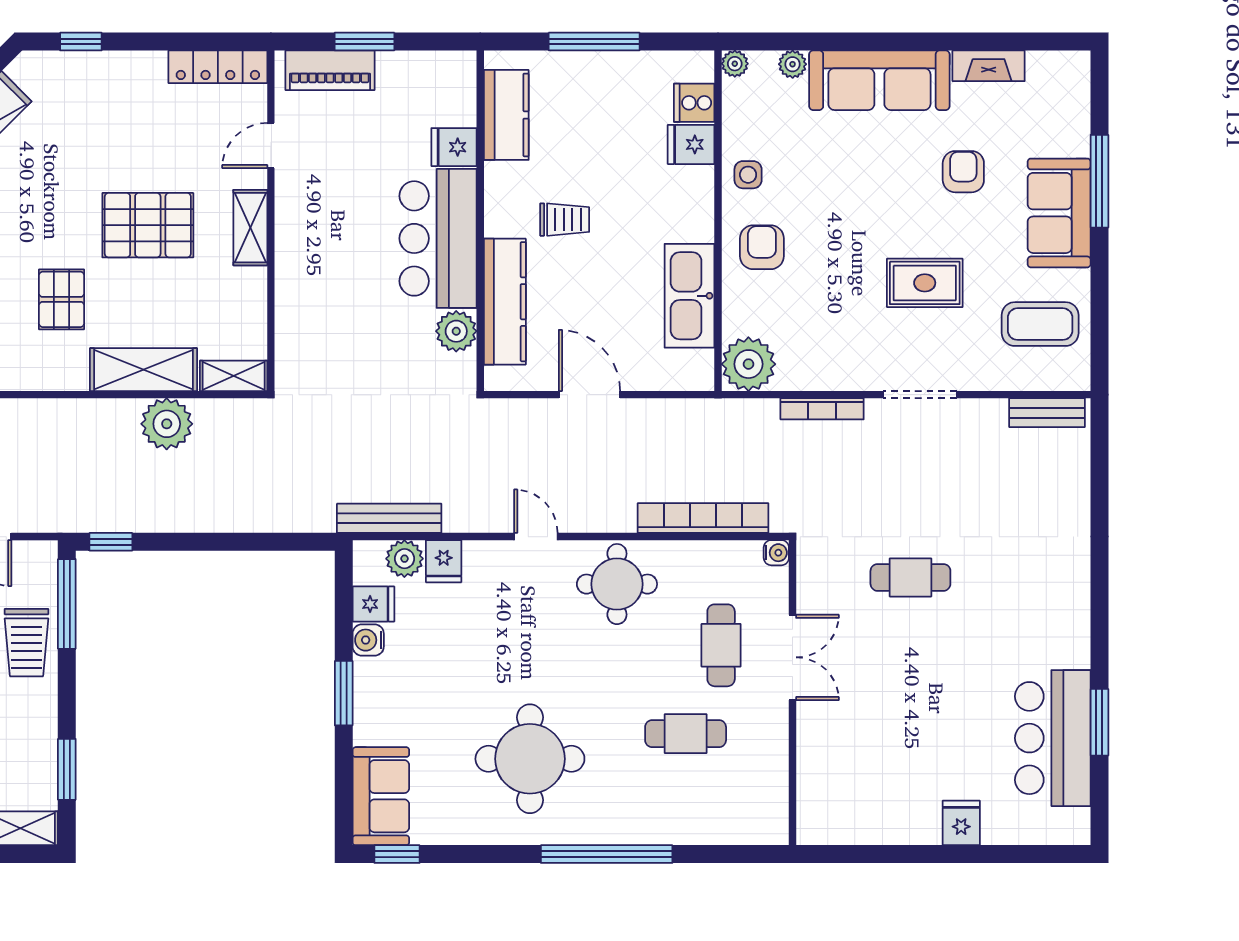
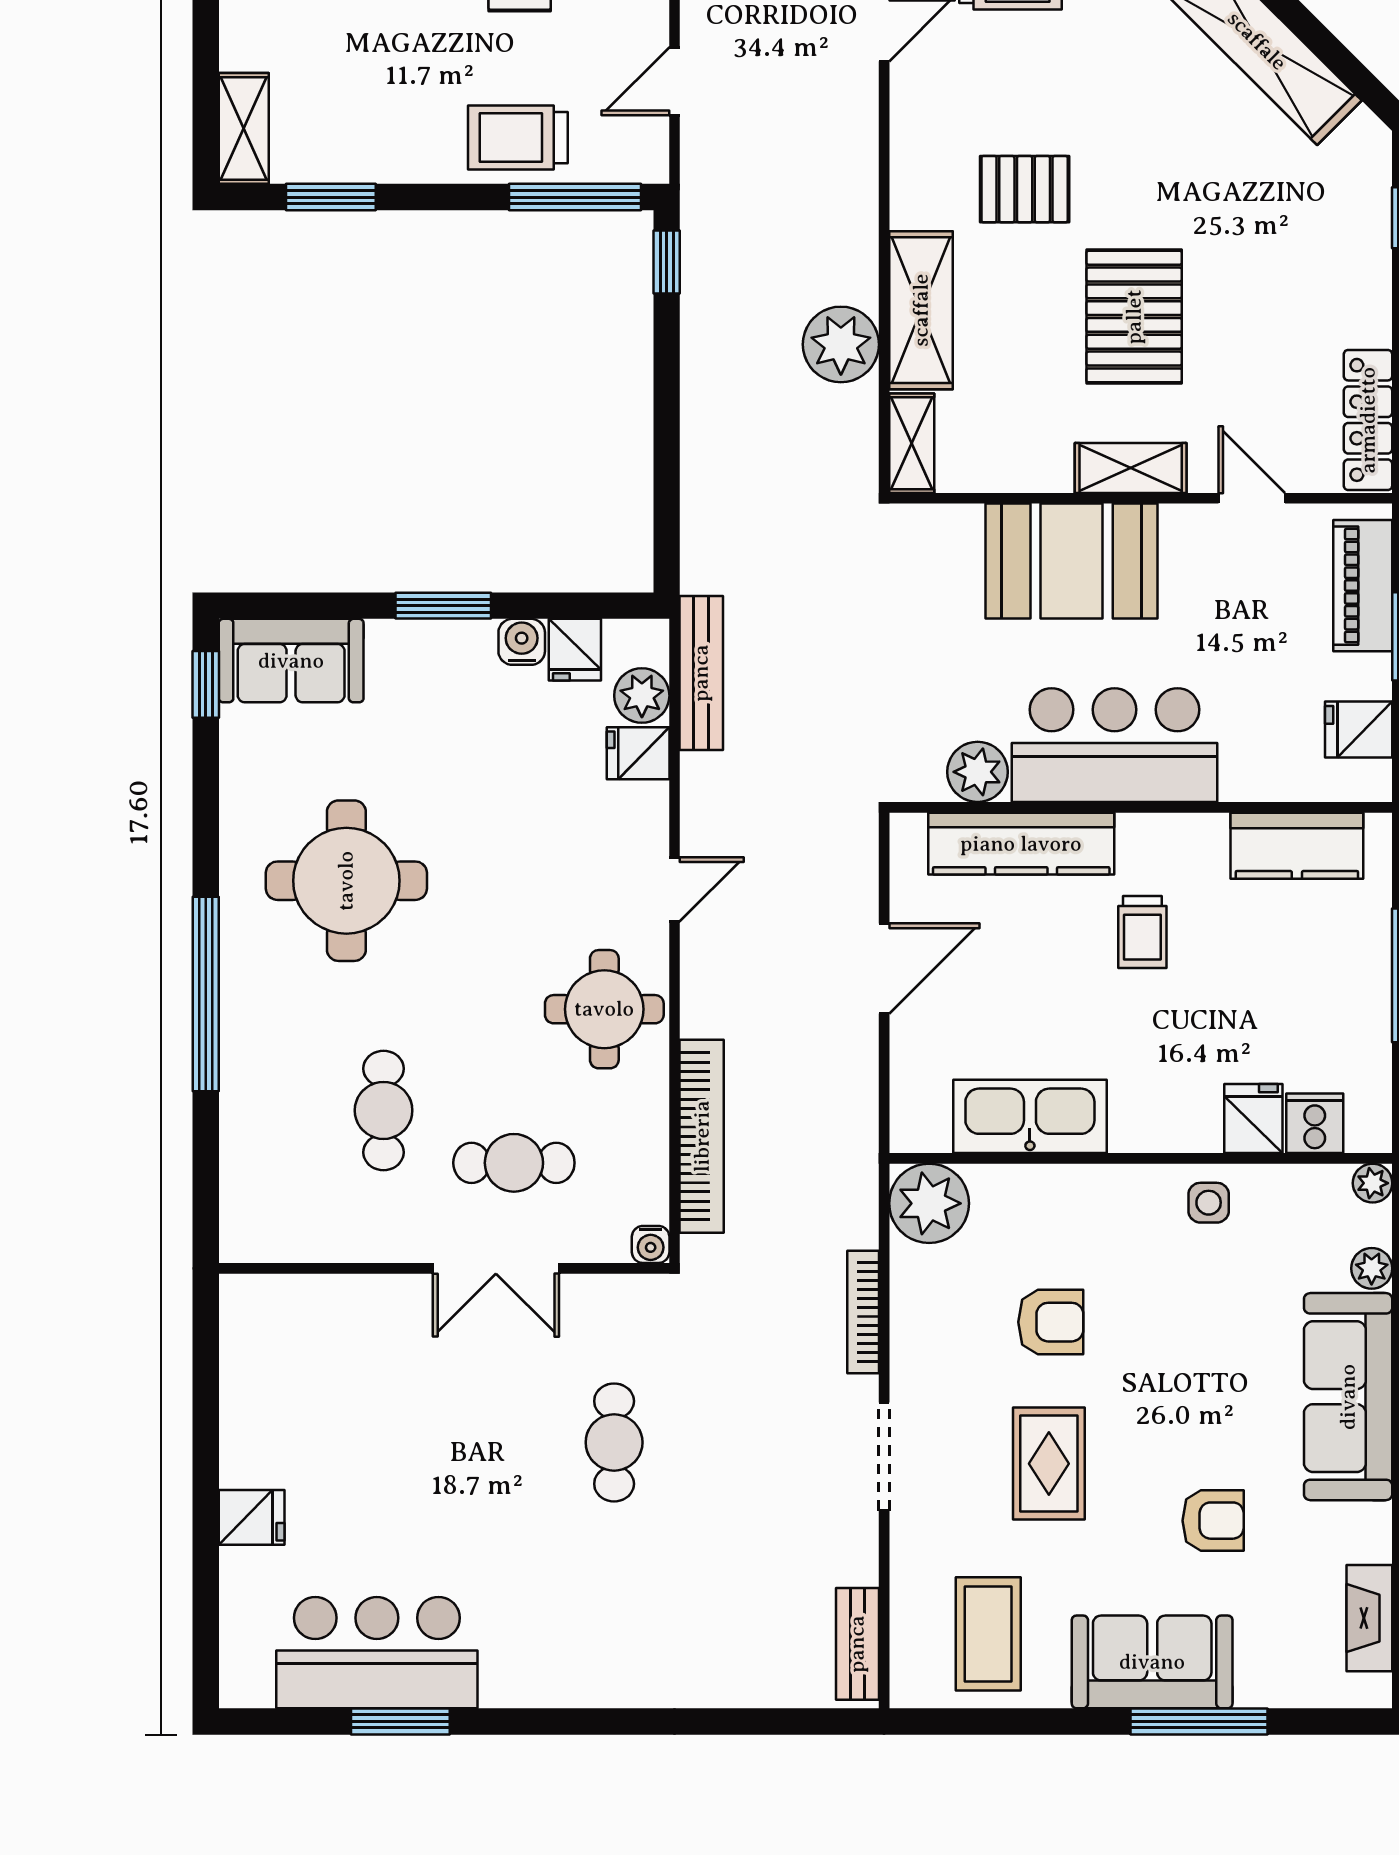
fireplace: (989, 66) -> (1369, 1618), moved
fridge: (454, 147) -> (1359, 730), moved, turned -90
armchair: (762, 247) -> (1051, 1322), moved
booth: (313, 268) -> (1072, 561), added

